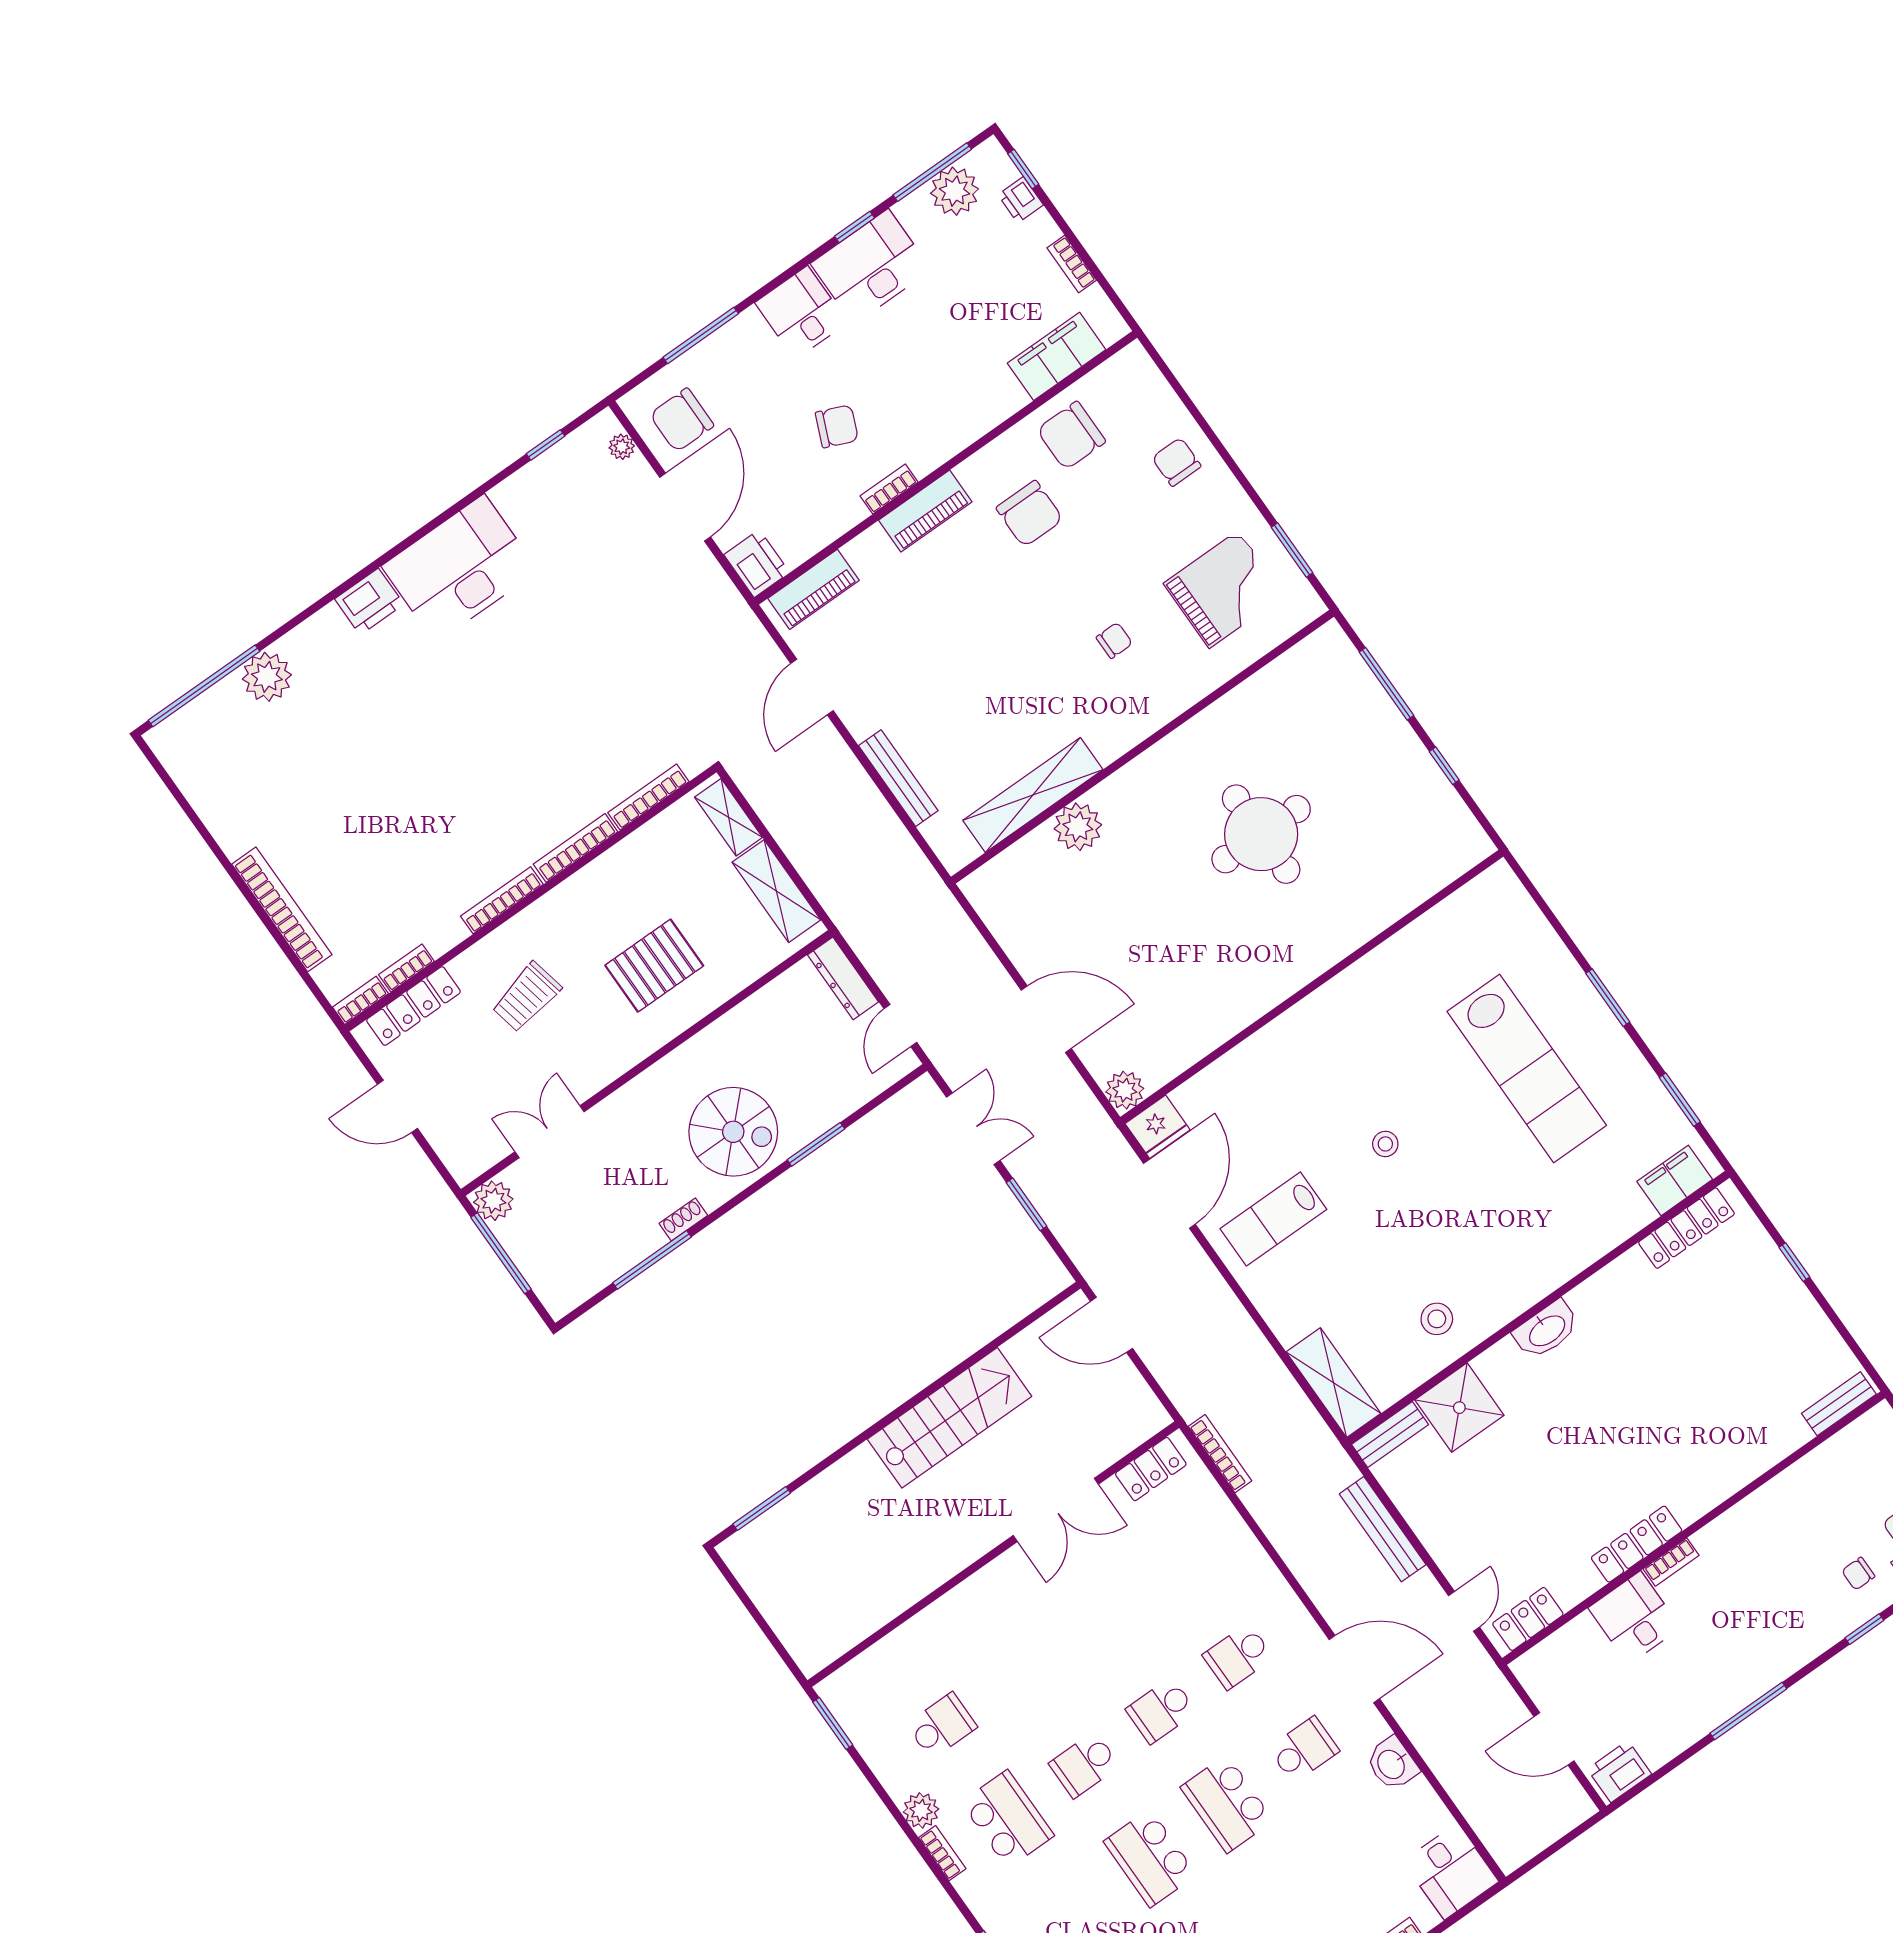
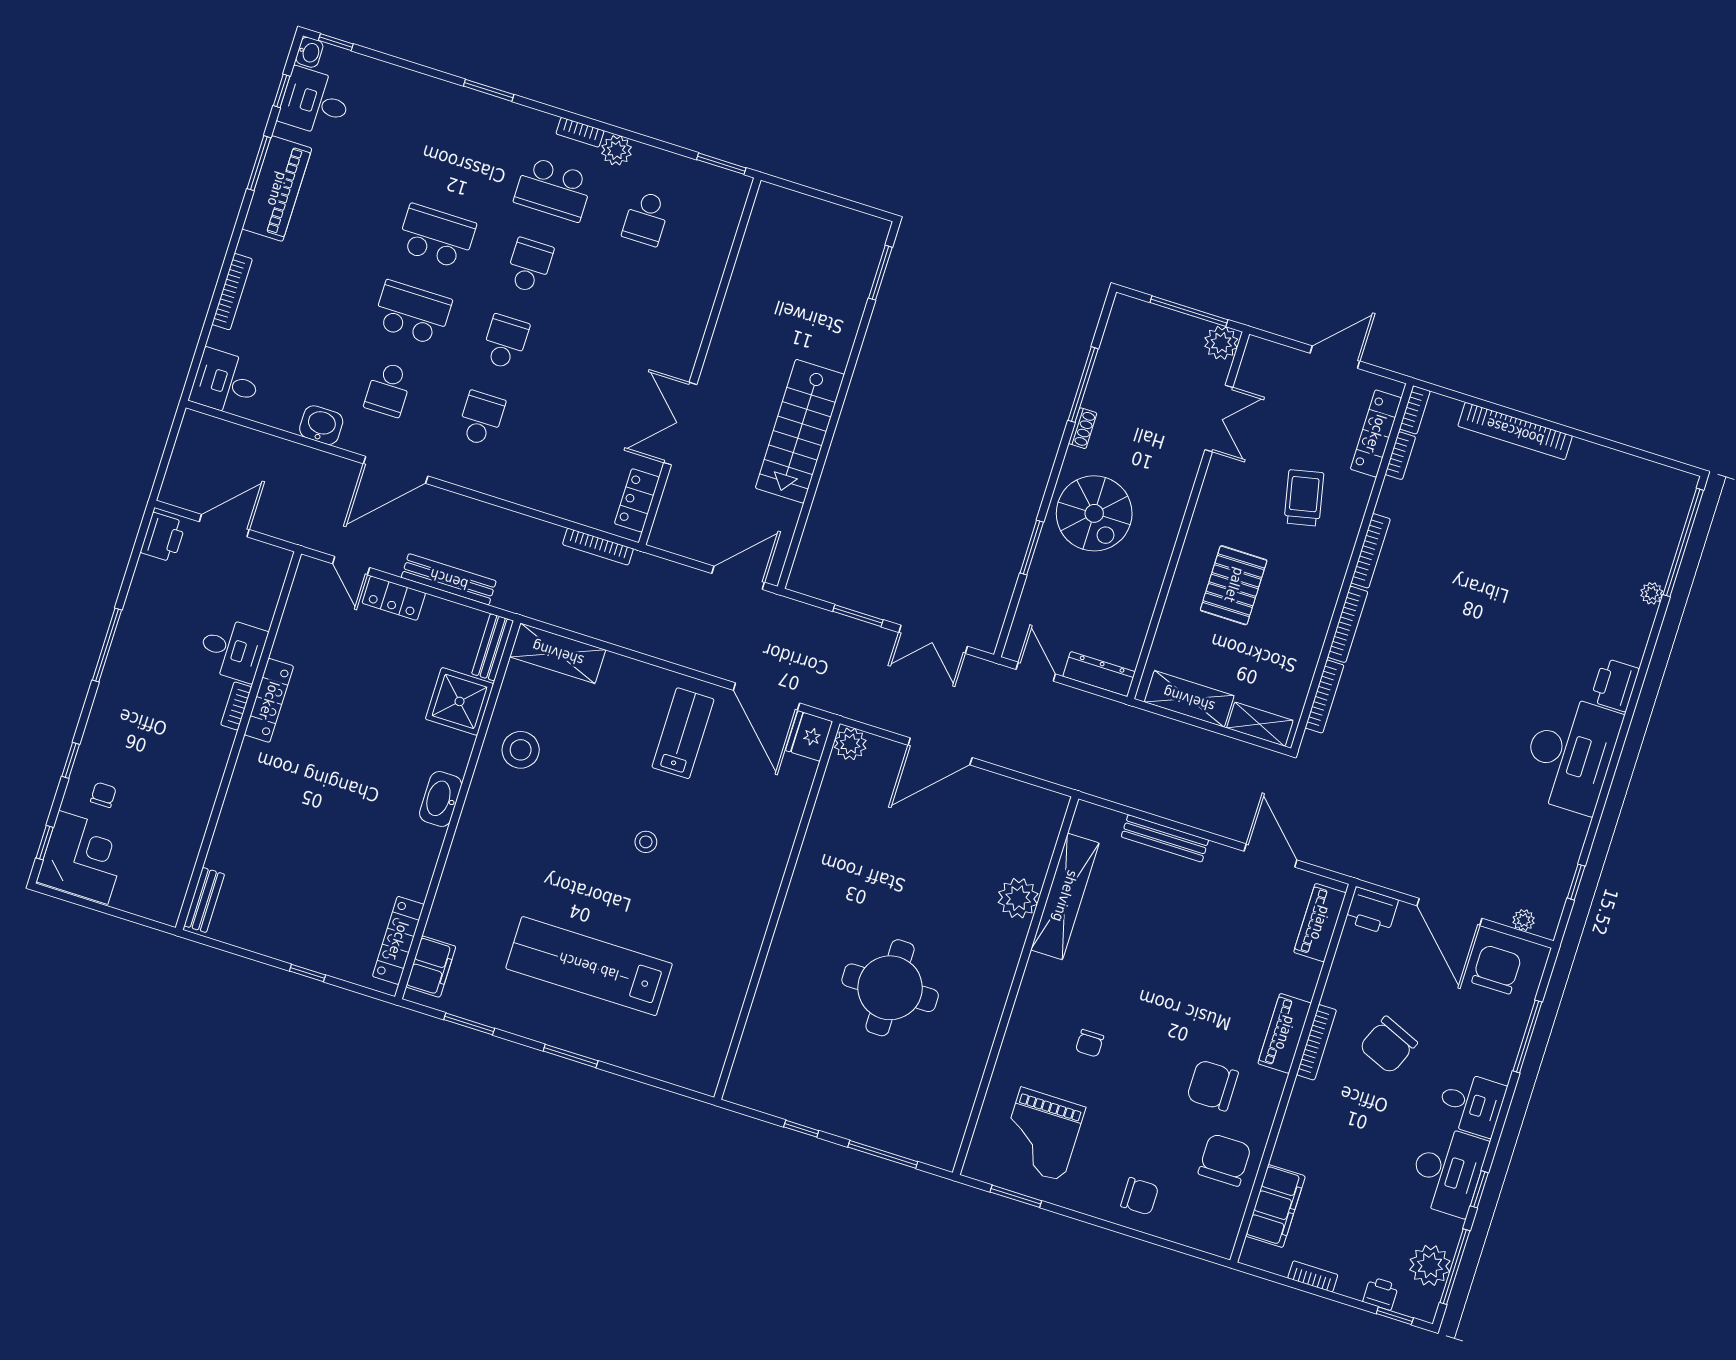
chair: (837, 426) -> (1388, 1045), width x1.37, depth x1.37
bookcase: (889, 489) -> (1316, 1042), width x1.56
plant: (267, 677) -> (1652, 593), width x0.53, depth x0.53
spiral stairs: (733, 1132) -> (1094, 513), turned -90
stool: (1437, 1319) -> (521, 750), width x1.38, depth x1.38
locker: (1528, 1619) -> (394, 598), moved, turned 90

